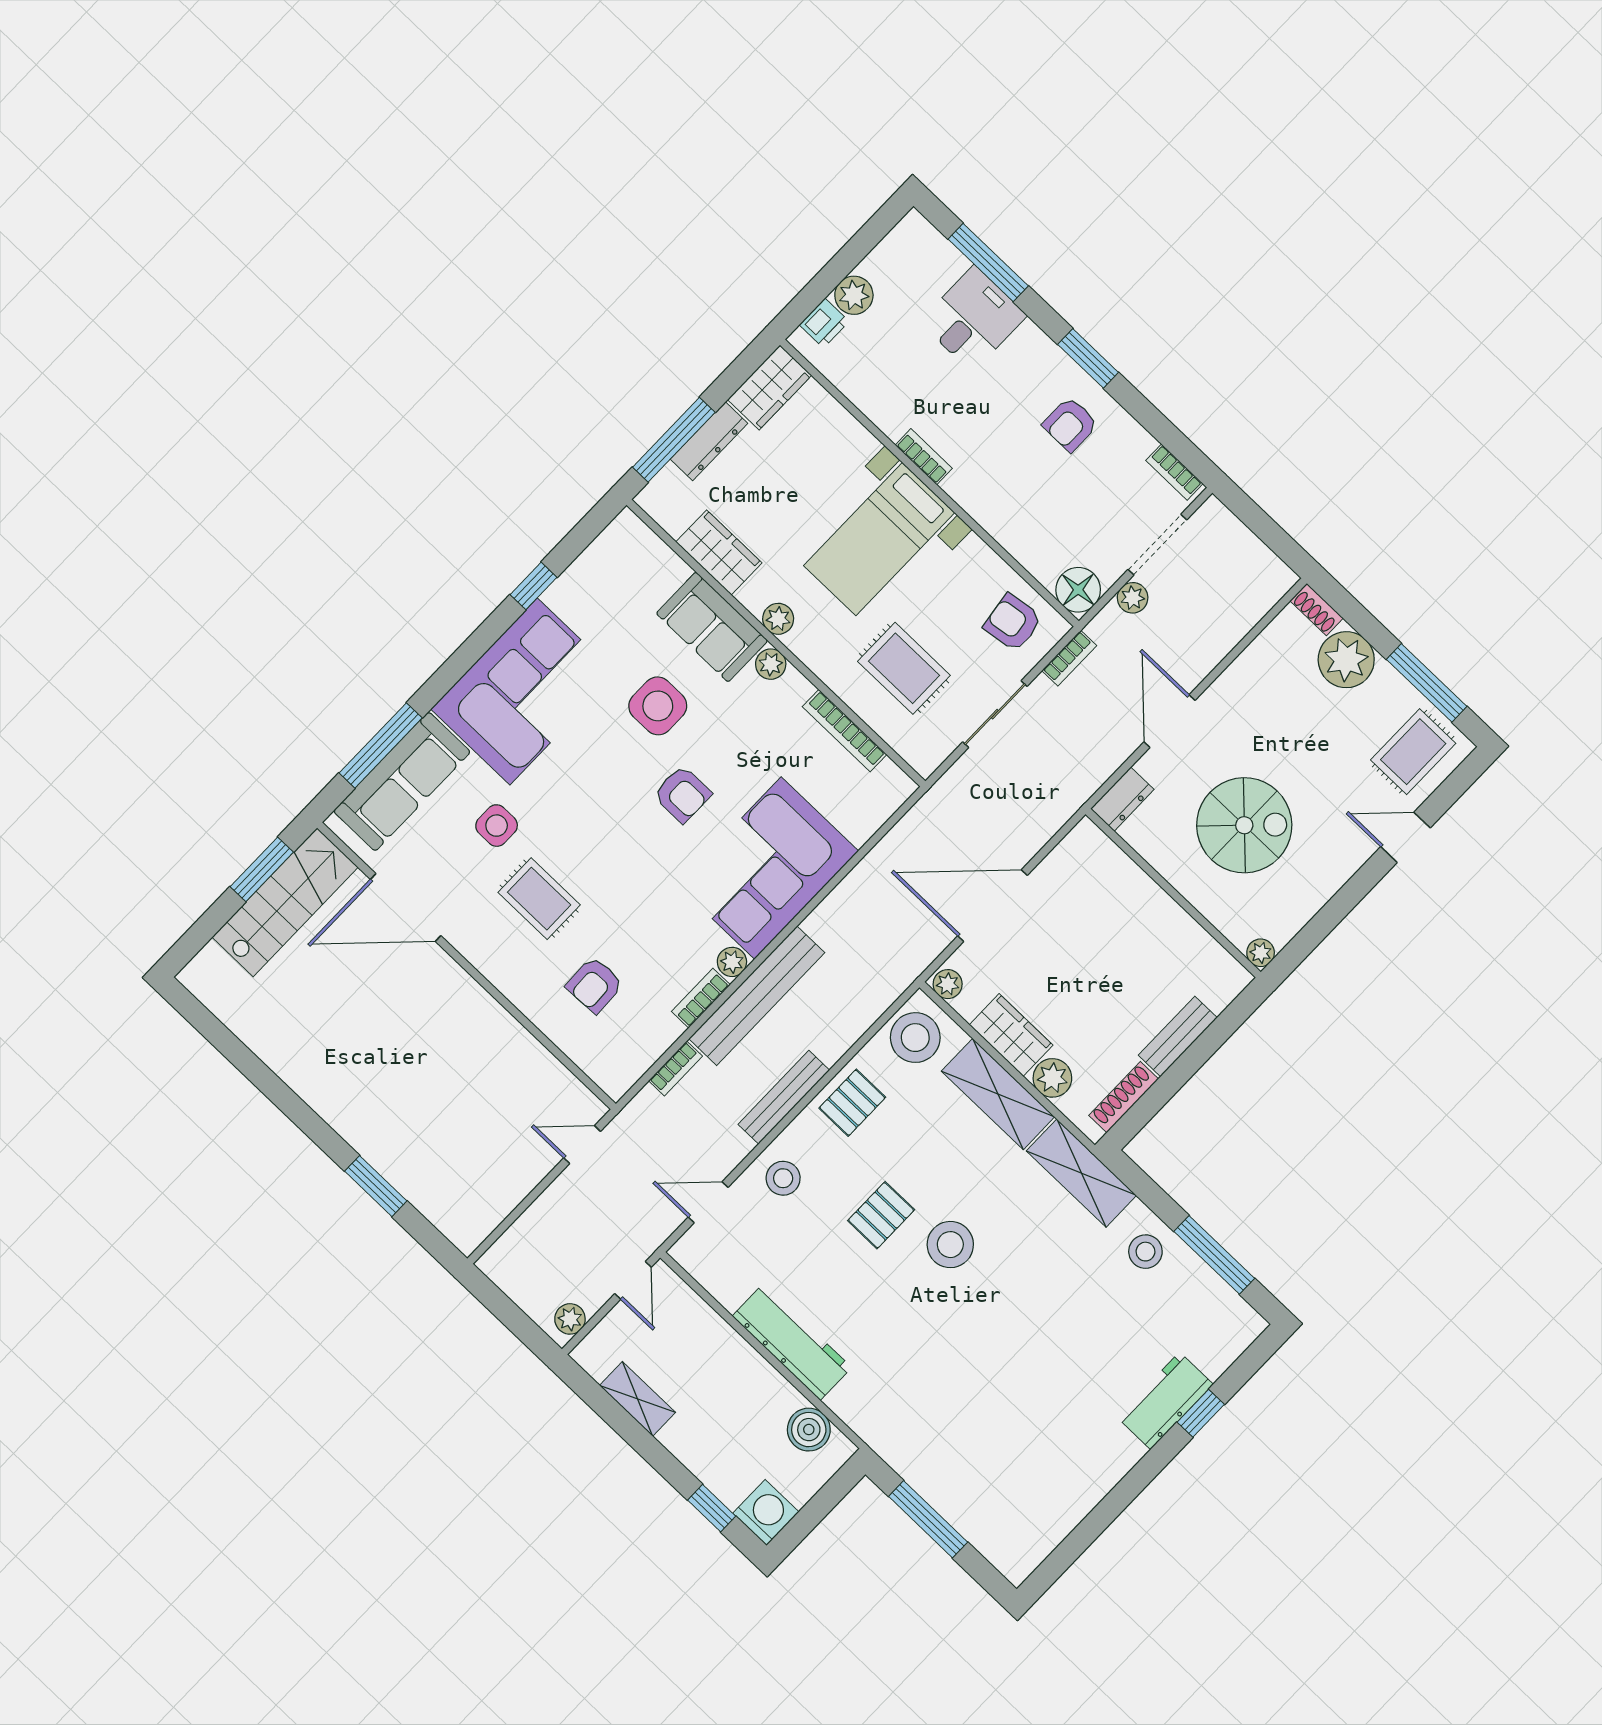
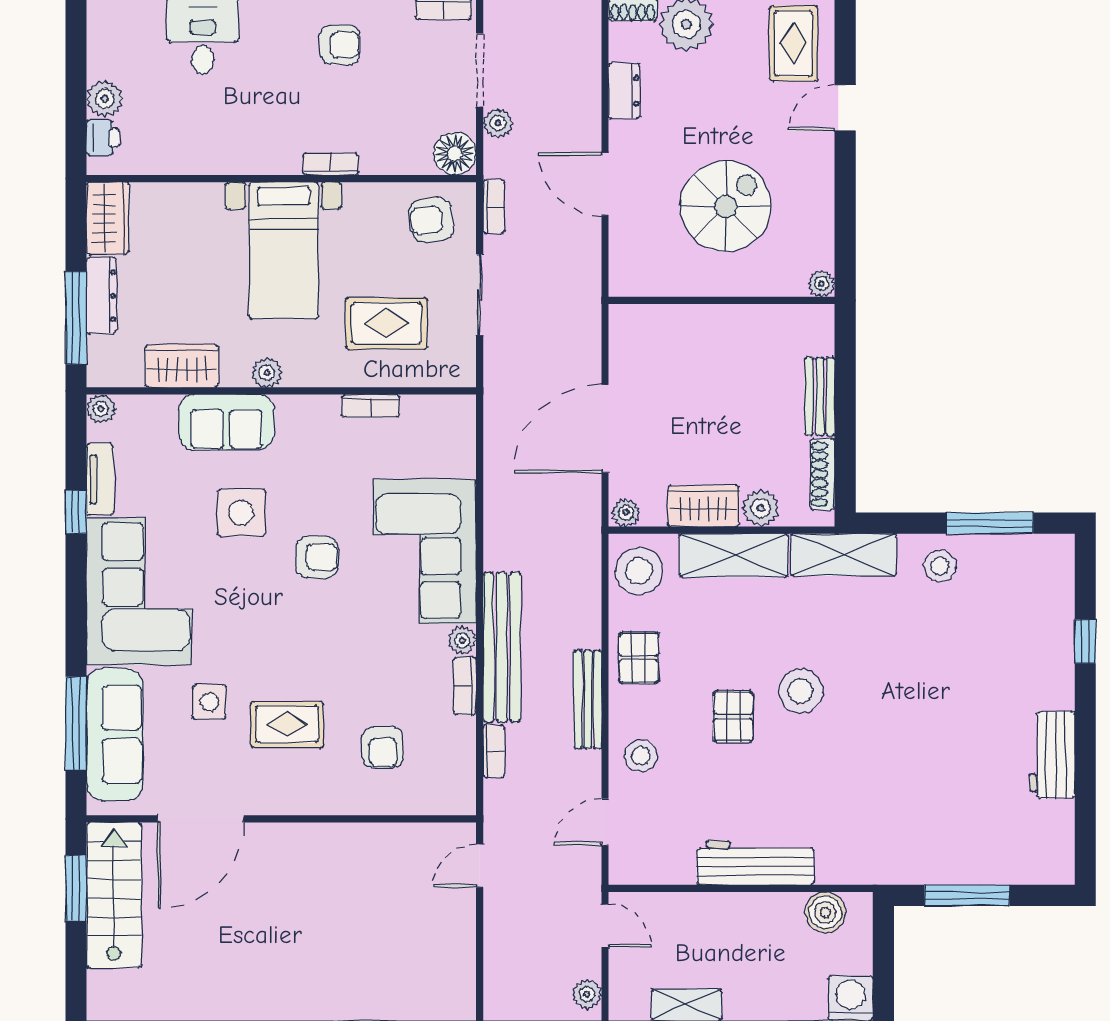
armchair: (1070, 424) -> (340, 45), turned -90
bookcase: (924, 457) -> (330, 164), moved
tv unit: (575, 579) -> (100, 479), added
plant: (771, 664) -> (101, 409), moved
bookcase: (844, 731) -> (370, 406), width x0.64
dresser: (1122, 799) -> (624, 91), moved
workbench: (1165, 1401) -> (1052, 755), moved

